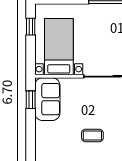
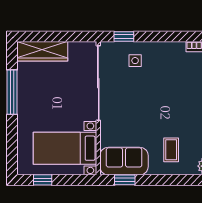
coffee table: (92, 135) -> (171, 150), moved

